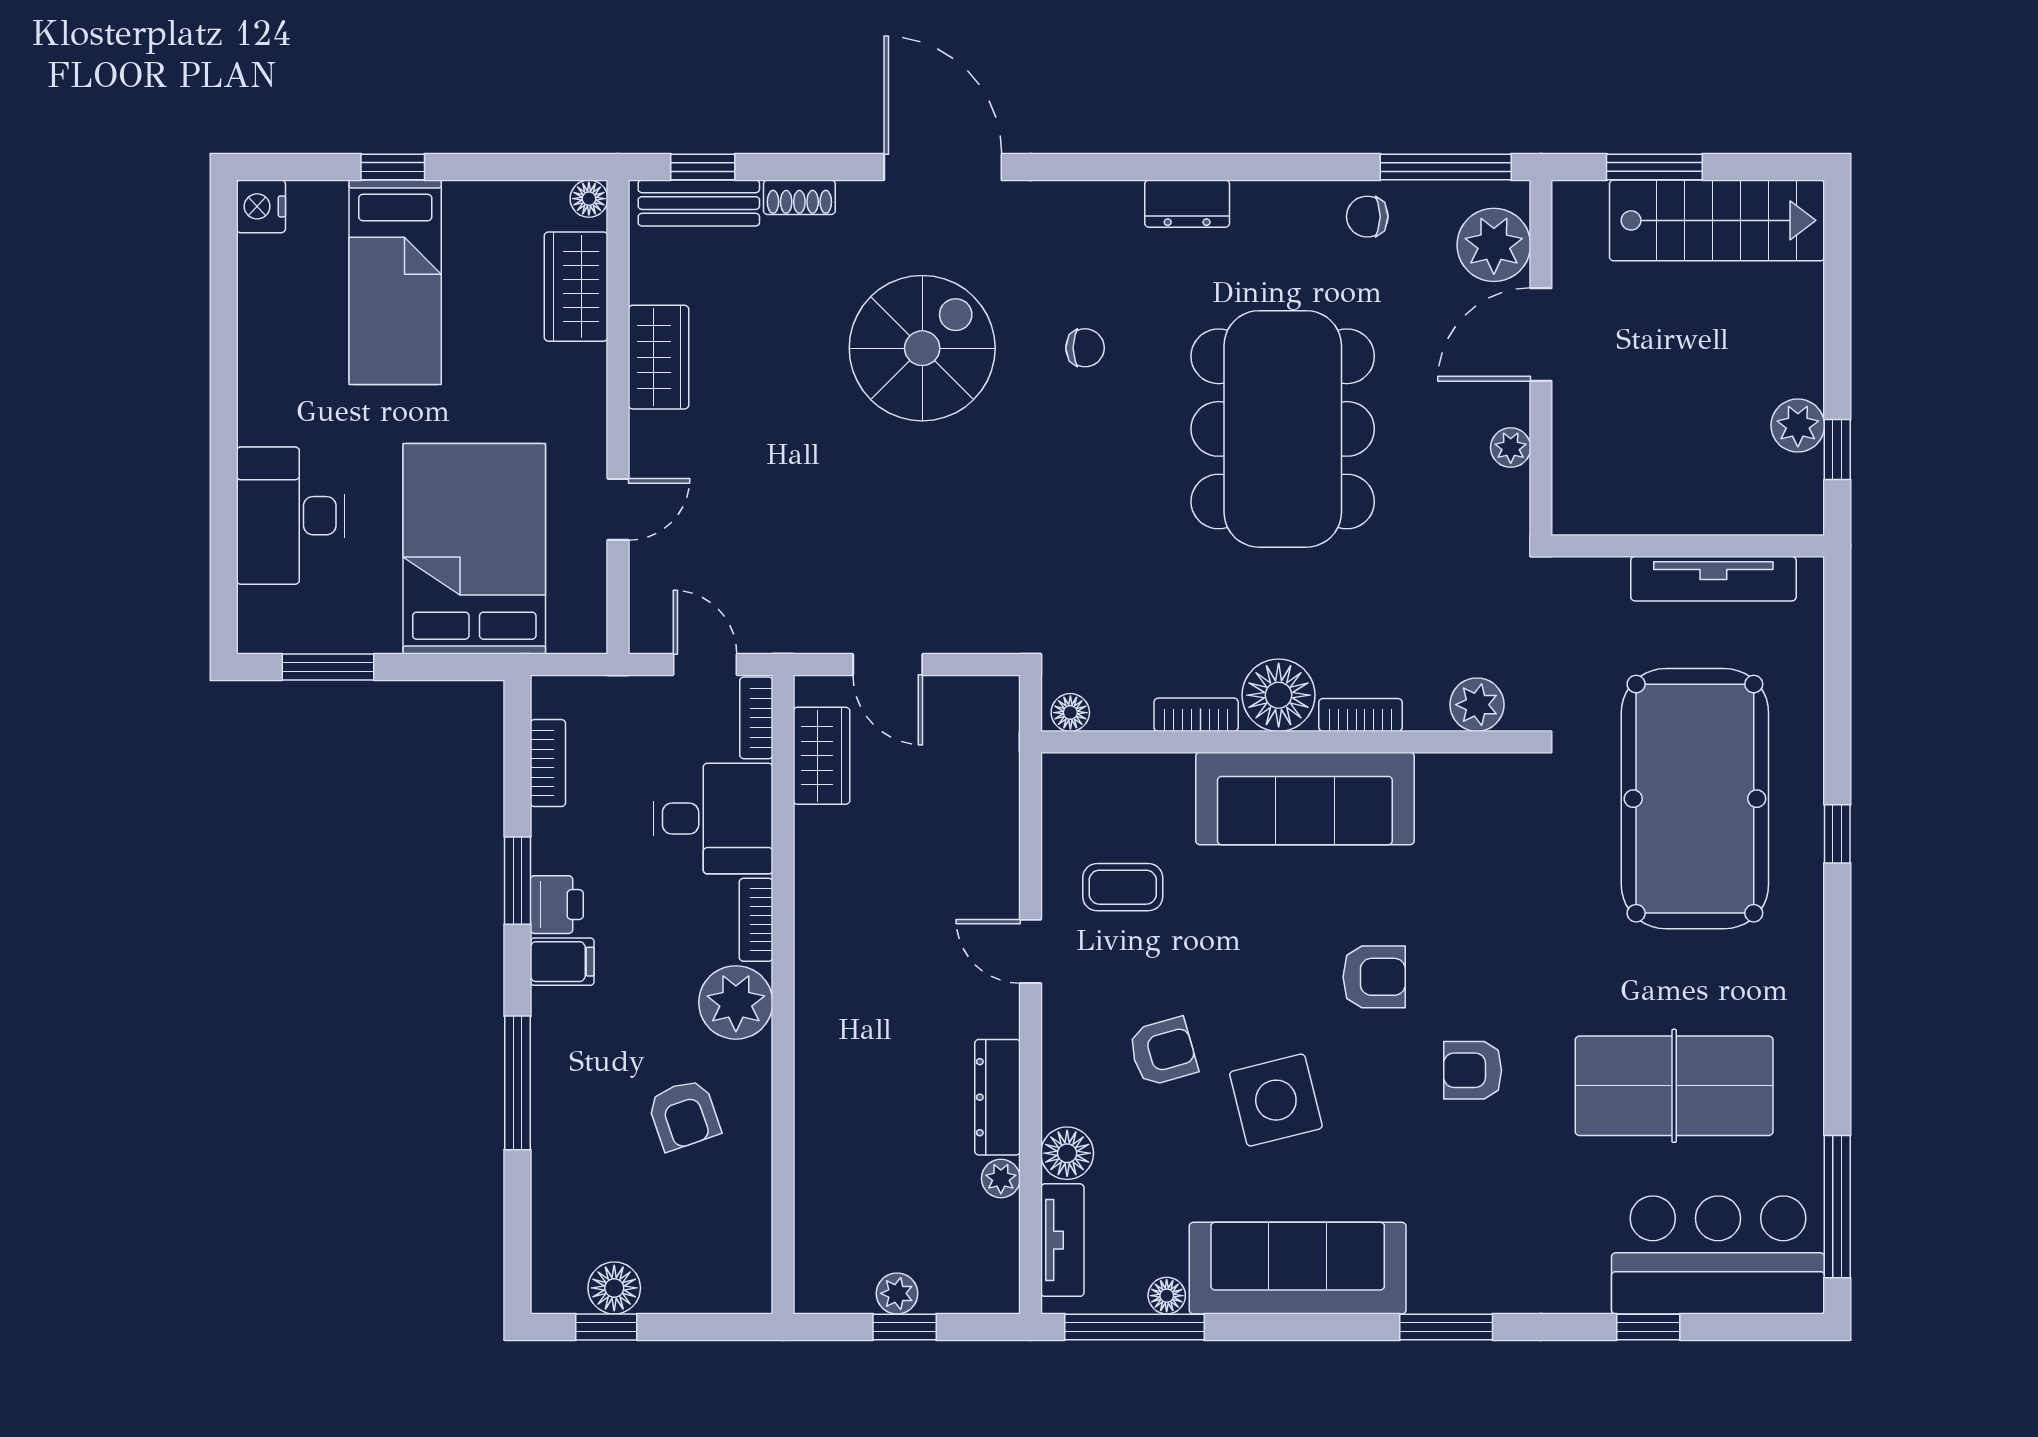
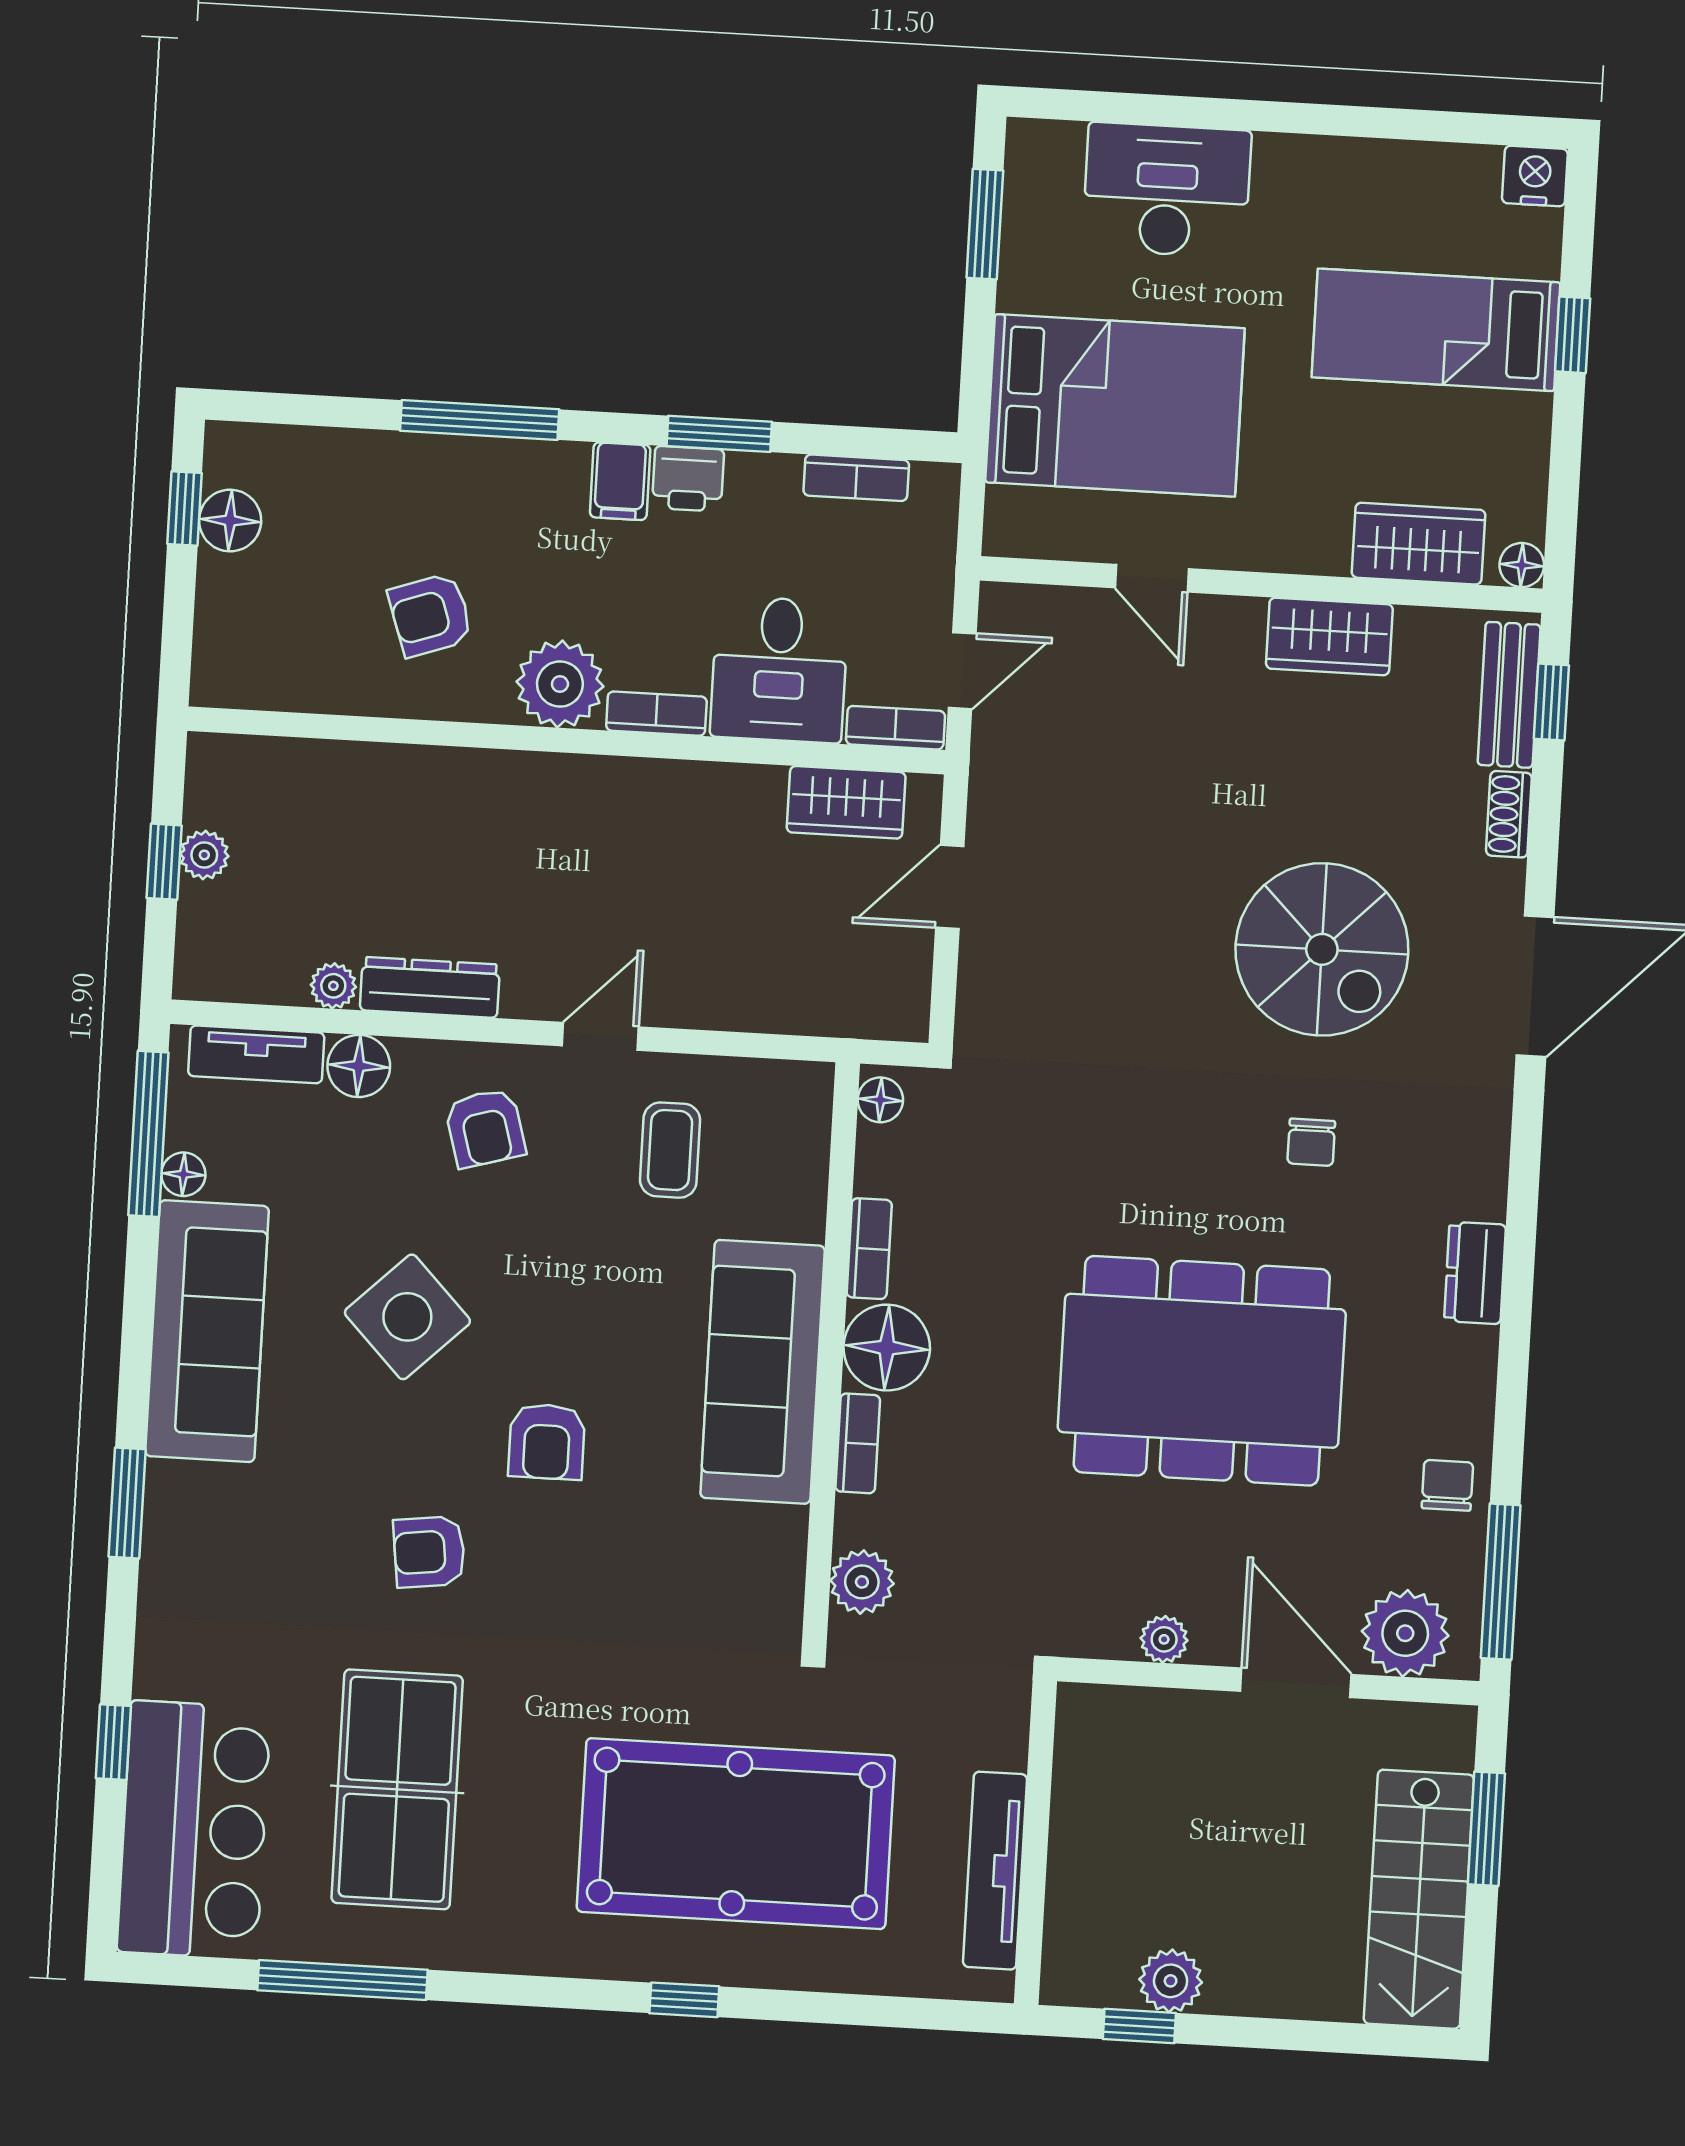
armchair: (1163, 1052) -> (485, 1128), moved
armchair: (1473, 1070) -> (429, 1552), turned -97
side table: (1276, 1100) -> (407, 1317), turned -30
window: (1837, 1207) -> (342, 1980), moved

